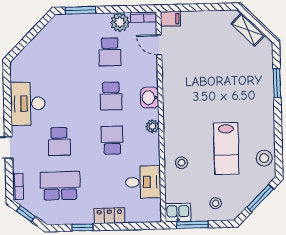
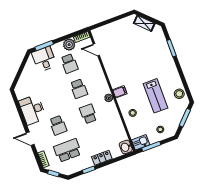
filing cabinet: (170, 19) -> (120, 92), moved
washbasin: (150, 98) -> (126, 147), moved
desk: (143, 182) -> (44, 59), moved, turned -90

